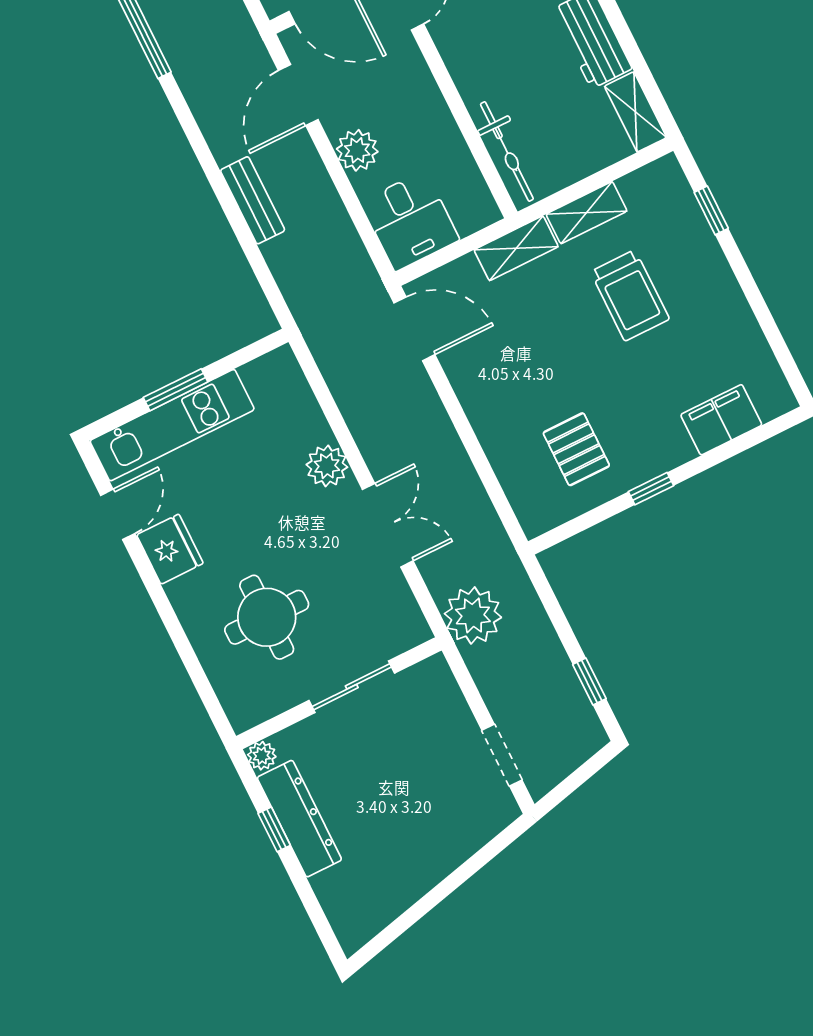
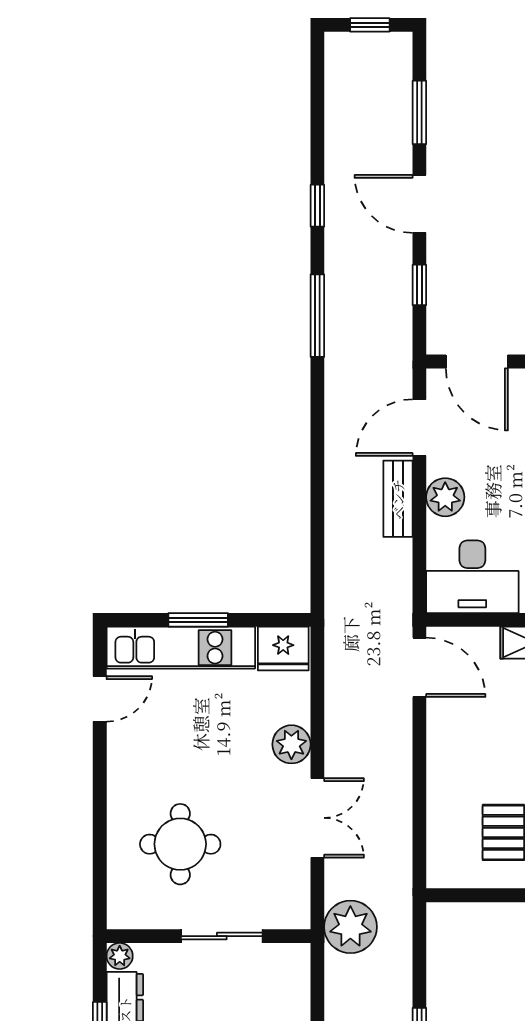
bench: (253, 200) -> (398, 499), moved
desk: (410, 221) -> (472, 577), width x1.37
fridge: (170, 549) -> (283, 649), moved, turned 90

